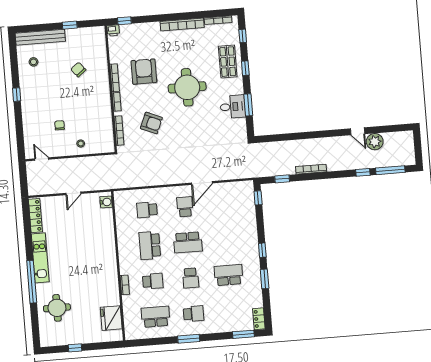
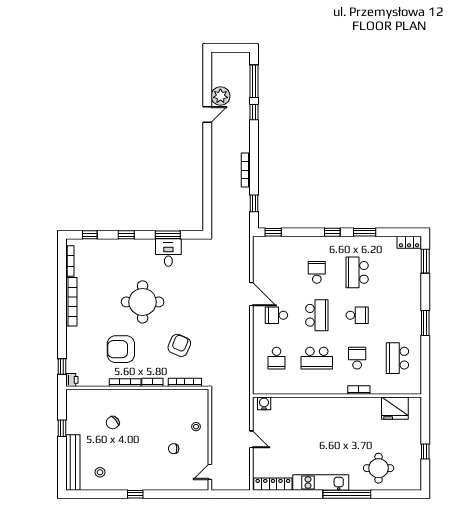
shop shelf: (228, 62) -> (117, 254), removed
school desk: (193, 314) -> (317, 272), moved

